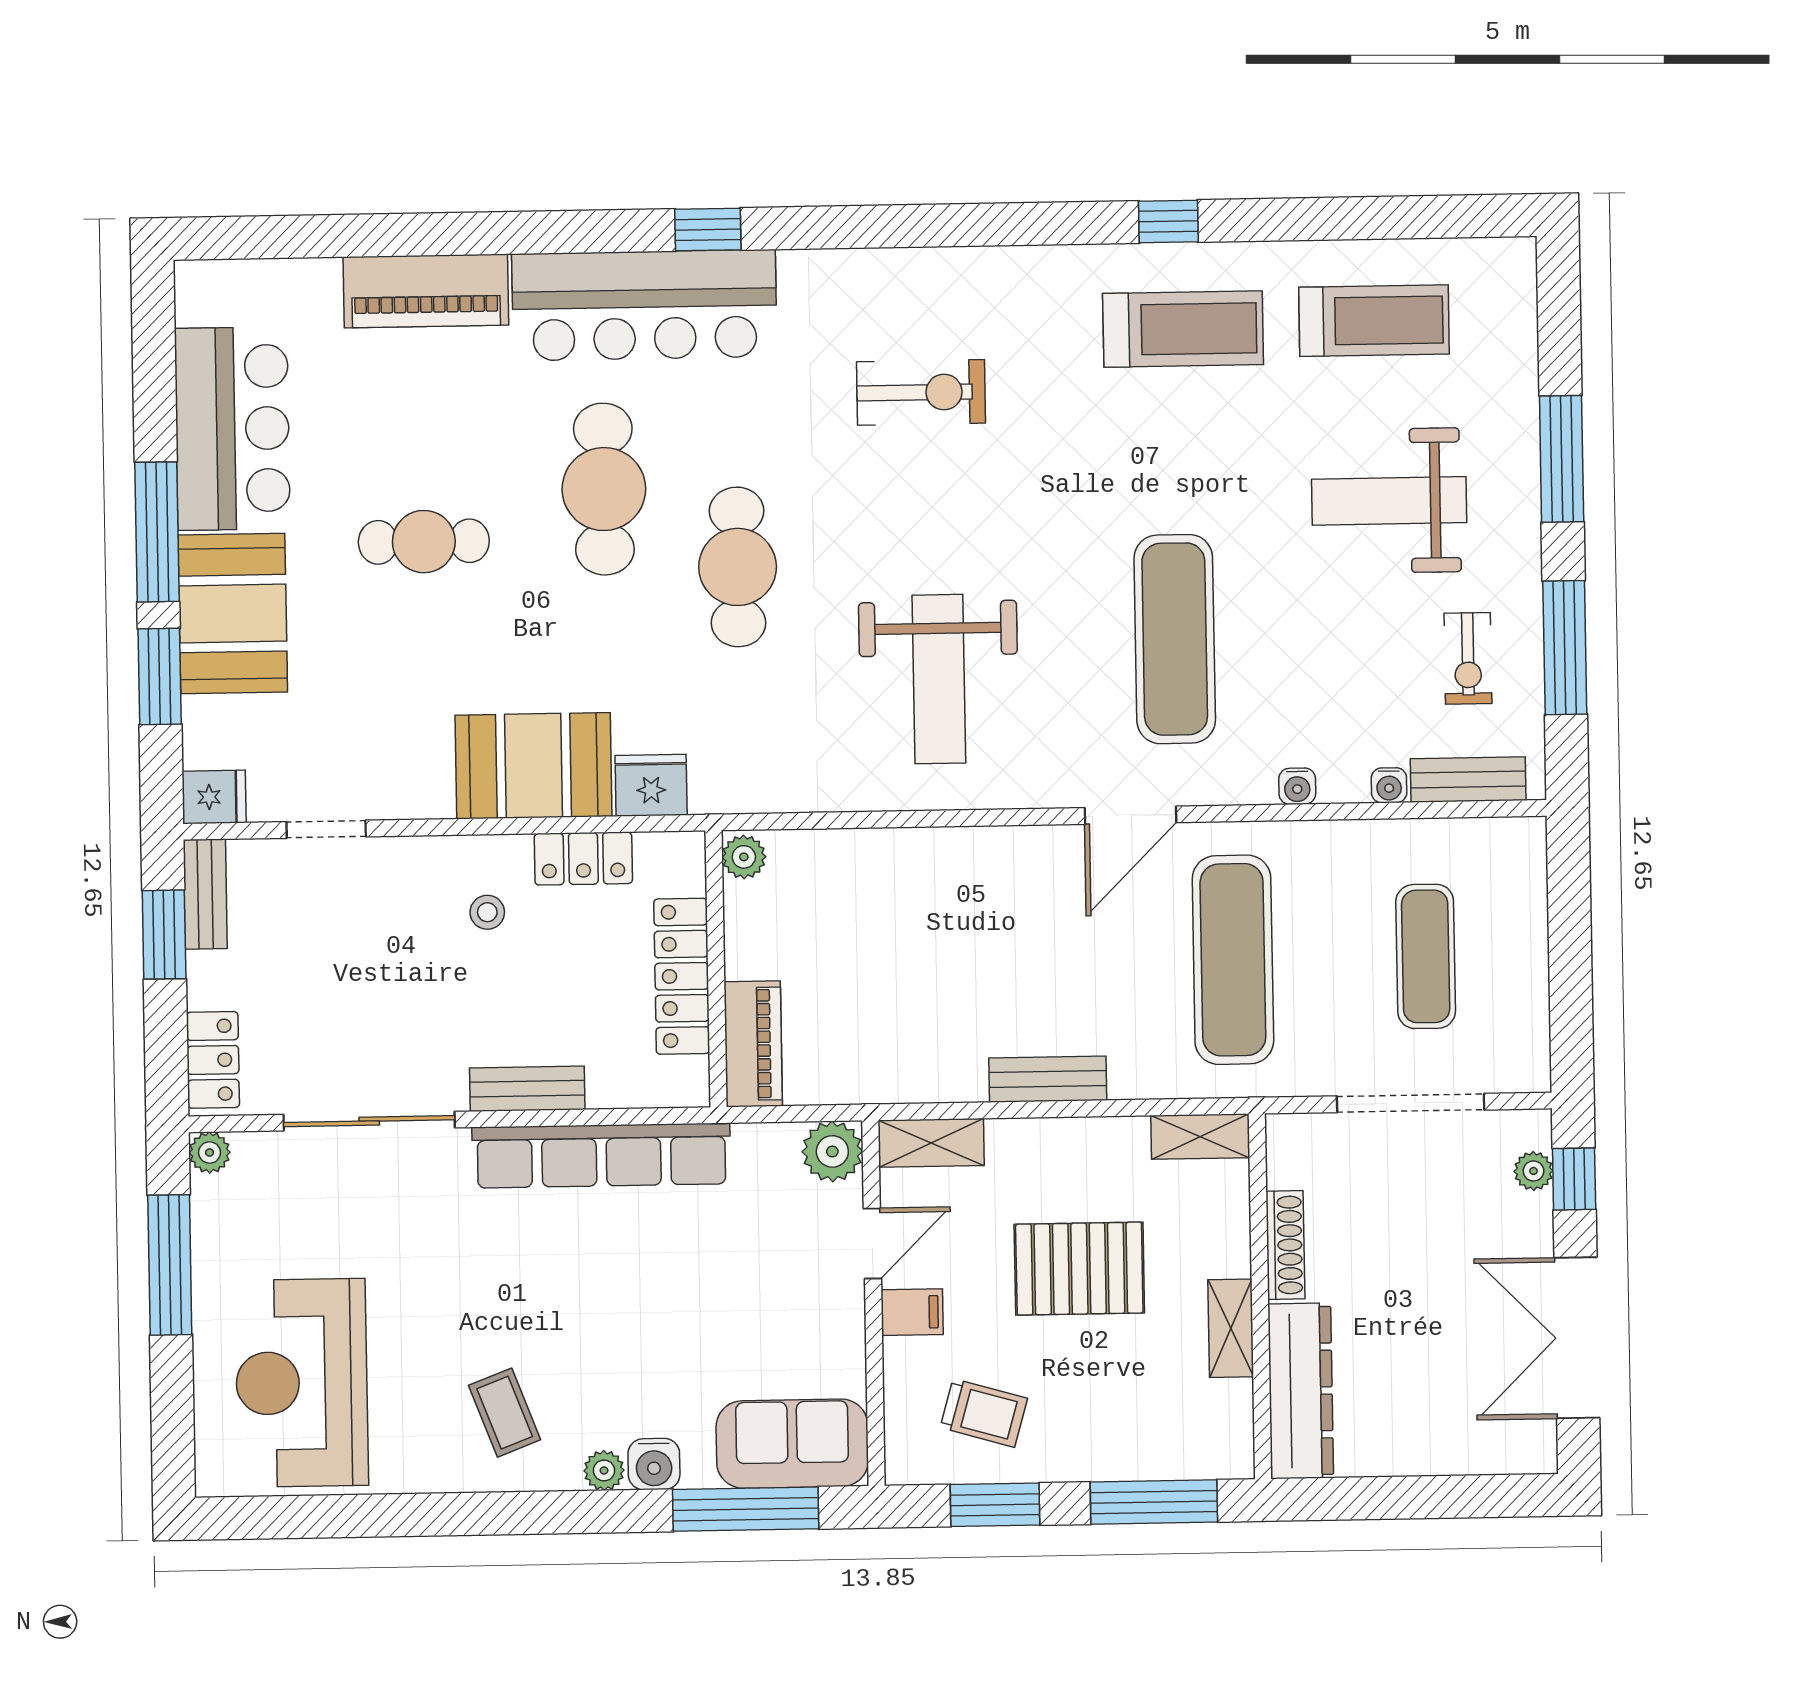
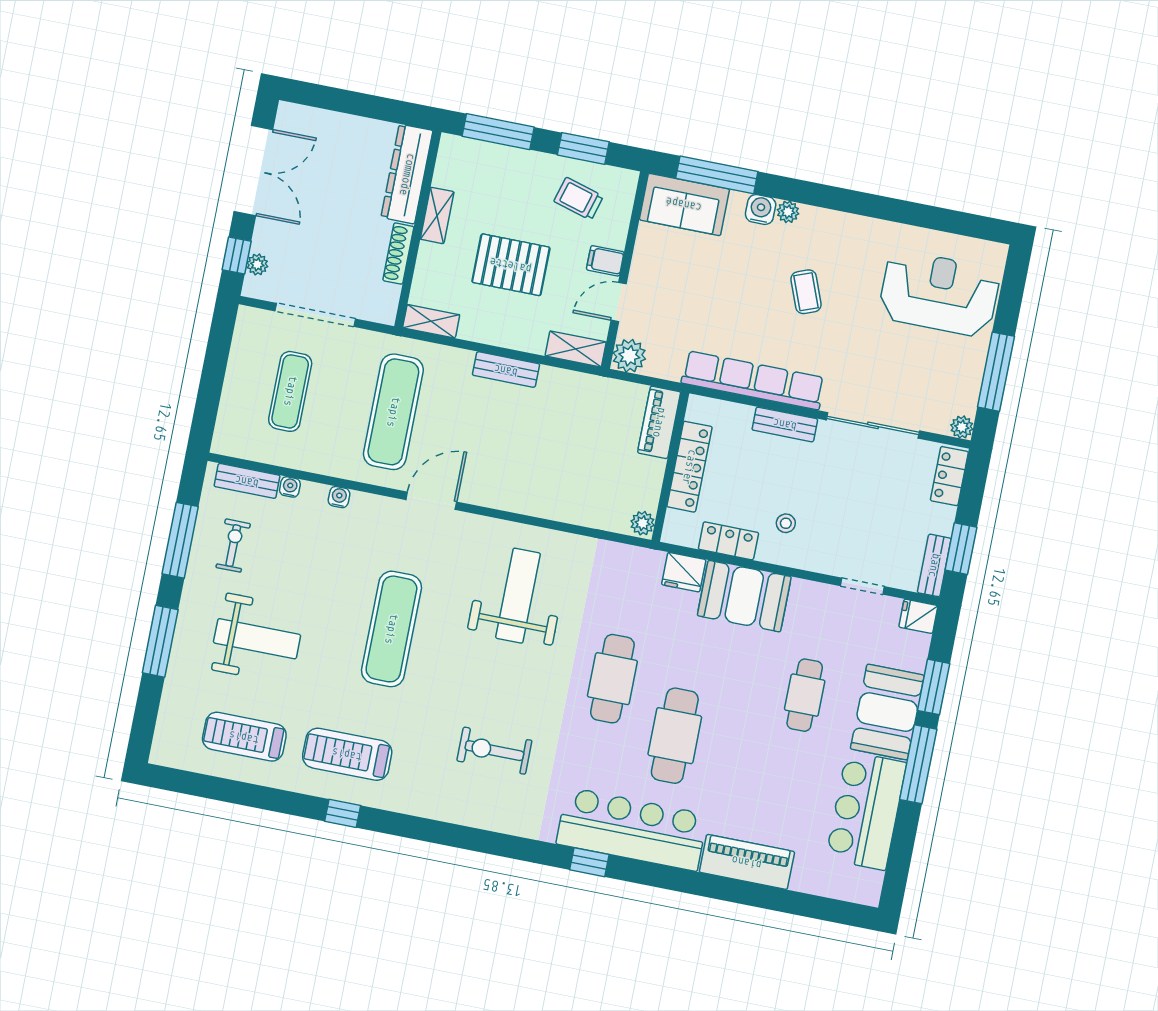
cafe table: (424, 542) -> (805, 695), moved, turned 90
exercise mat: (1175, 639) -> (391, 629), moved
reception desk: (302, 1383) -> (939, 294), turned -90
coffee table: (505, 1413) -> (806, 292), moved

